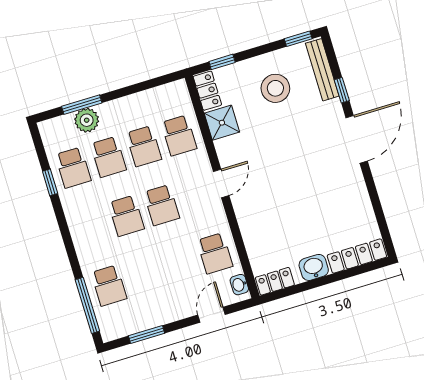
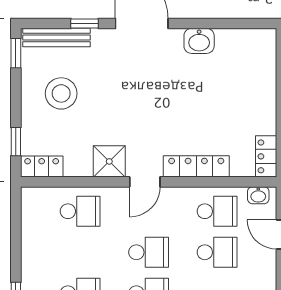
shower: (222, 123) -> (109, 161), moved
school desk: (144, 146) -> (217, 252), moved
door: (221, 184) -> (145, 182), swing flipped
locker: (357, 256) -> (196, 166), moved, turned 90
washbasin: (314, 267) -> (199, 41), moved, turned -90

